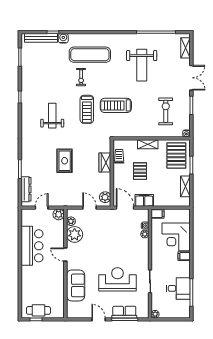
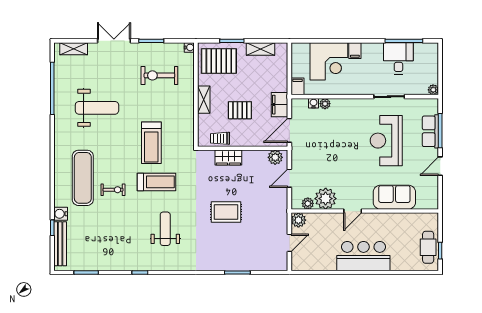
weight bench: (52, 116) -> (165, 229), turned 90
dresser: (26, 189) -> (265, 264), removed
door: (42, 208) -> (289, 243), swing flipped
bar counter: (32, 246) -> (363, 256), moved

